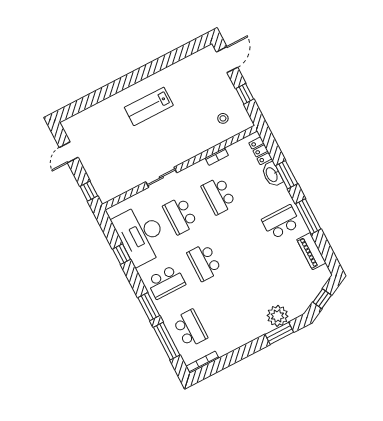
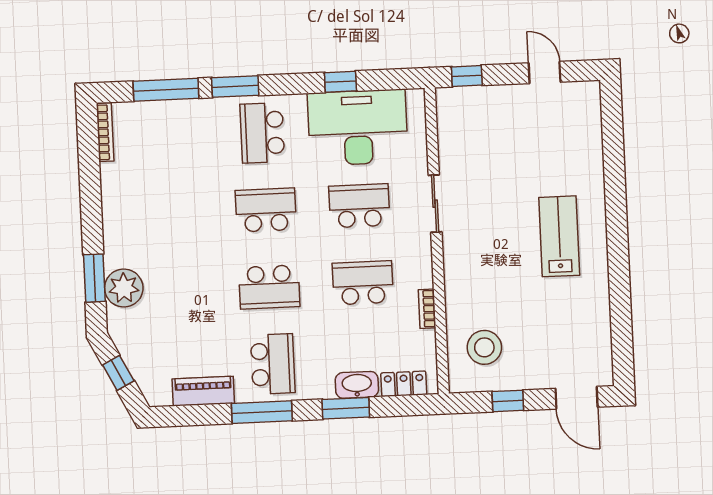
stool: (223, 118) -> (484, 347), width x1.89, depth x1.89
school desk: (190, 329) -> (269, 287), moved

